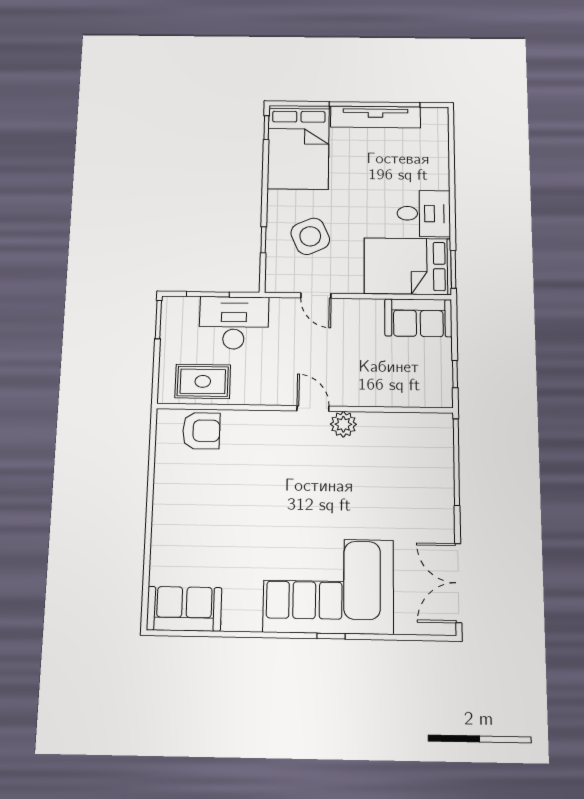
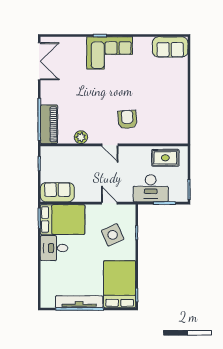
plant: (343, 424) -> (81, 137), moved
armchair: (201, 431) -> (127, 119), moved, turned 86
piano: (437, 452) -> (49, 124), added
corner sofa: (328, 586) -> (110, 53), width x0.73, depth x0.74

